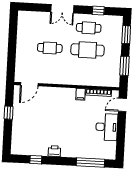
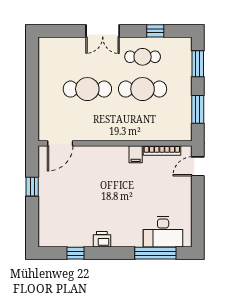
cafe table: (50, 48) -> (87, 89), width x1.37, depth x1.35
desk: (107, 127) -> (163, 232), moved, turned 90

